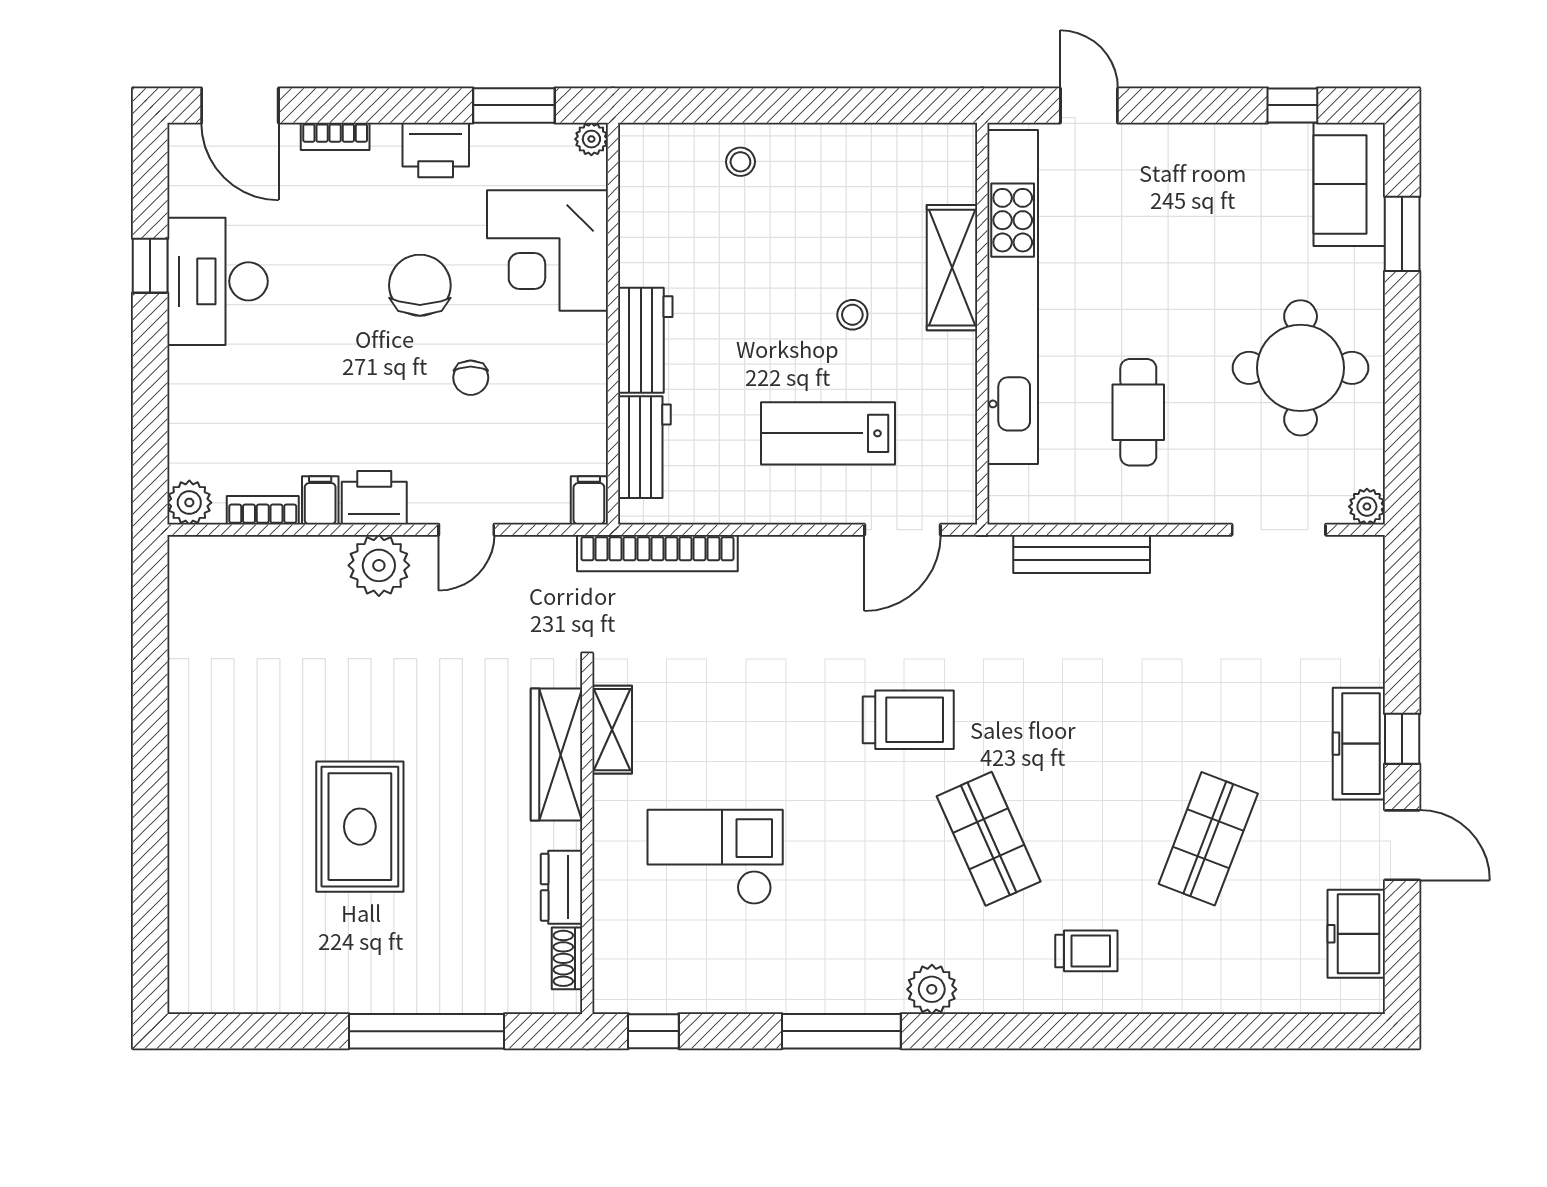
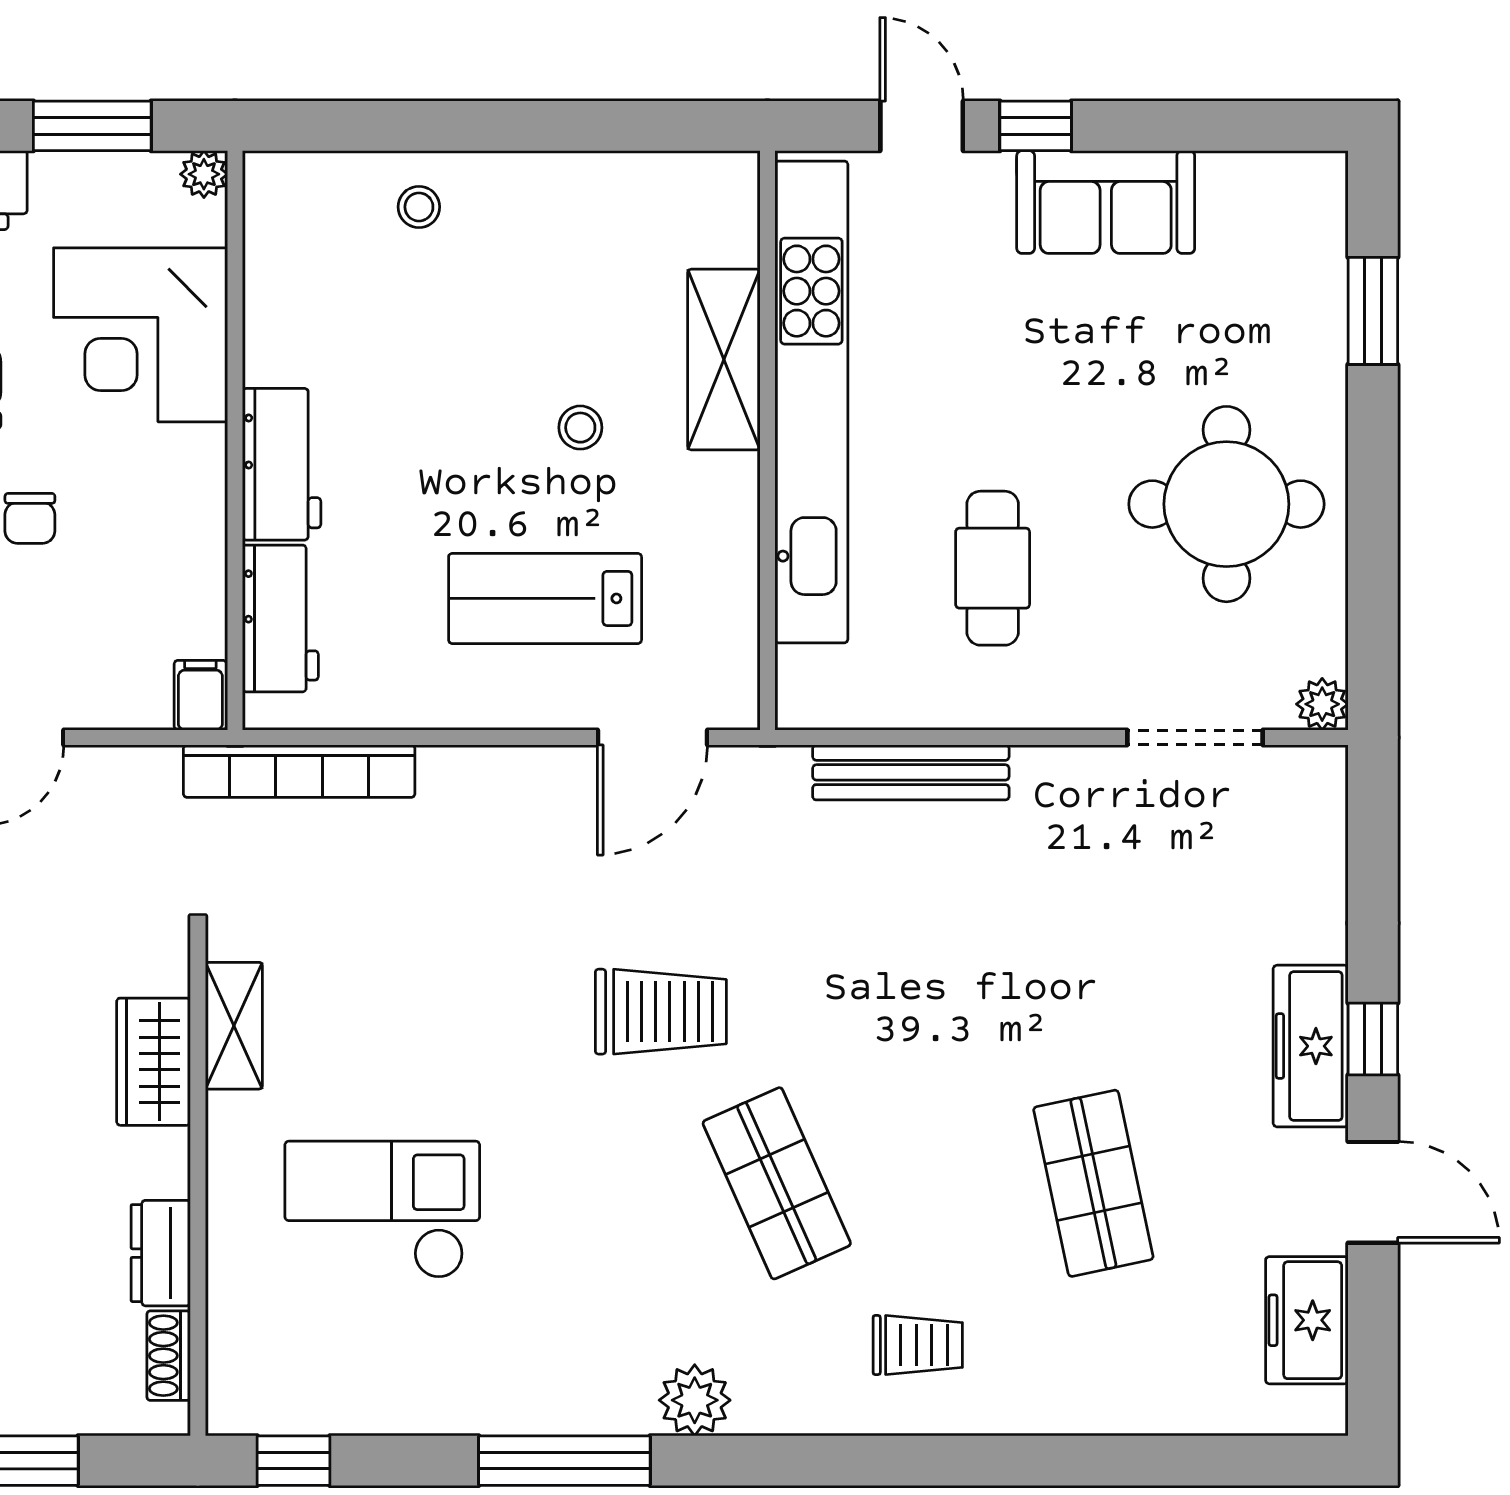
window: (1292, 105) -> (1036, 126), moved
sofa: (1349, 184) -> (1106, 202), moved, turned -90
wardrobe: (556, 755) -> (153, 1062), width x0.67
shop shelf: (1208, 839) -> (1093, 1183), turned -33

